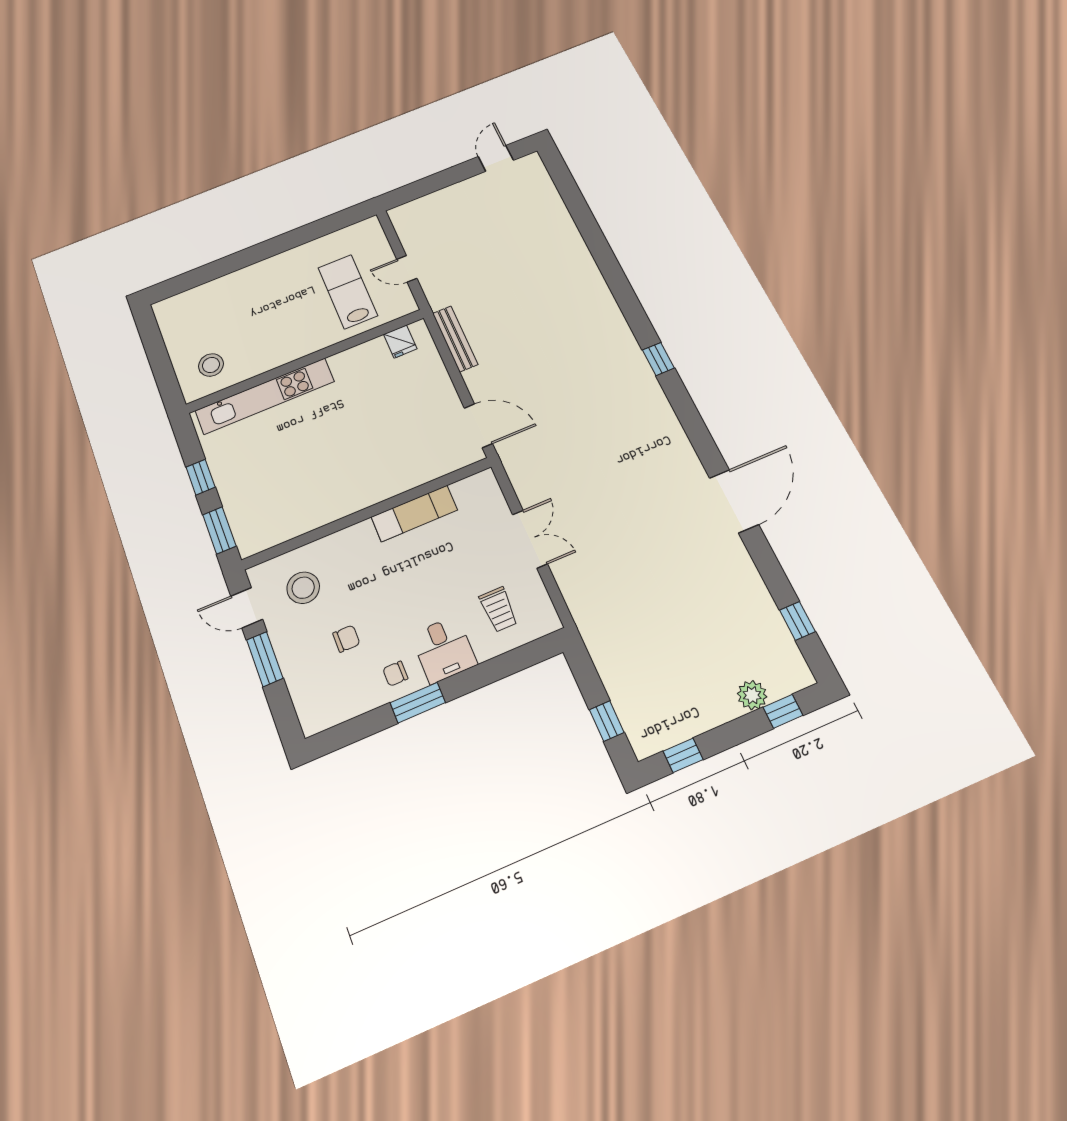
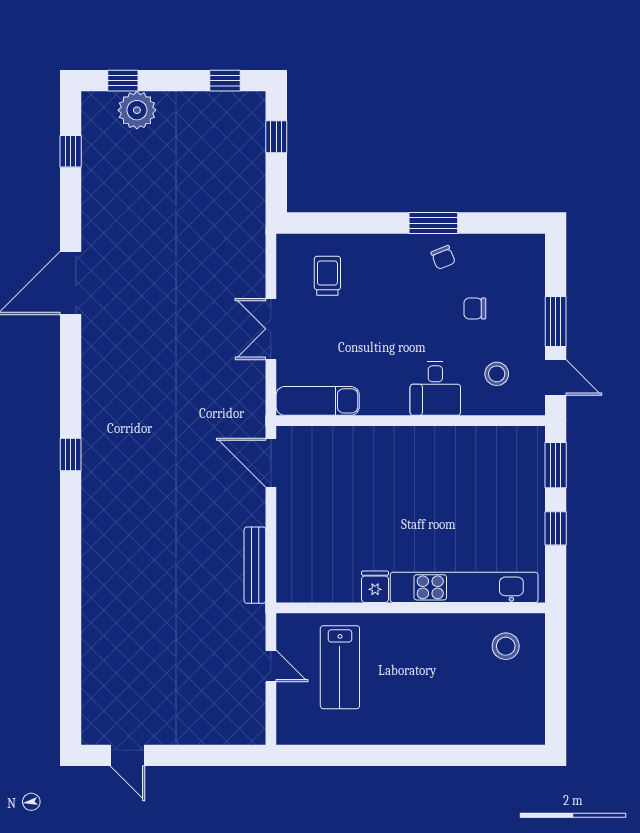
door: (496, 158) -> (128, 755), hinge flipped
fridge: (400, 342) -> (375, 587), moved
exam couch: (414, 513) -> (318, 401), moved
stool: (303, 588) -> (497, 374), width x0.73, depth x0.73
desk: (444, 649) -> (435, 388), moved, turned 180
chair: (395, 674) -> (443, 257), turned 68
plant: (752, 695) -> (137, 110), width x1.36, depth x1.36

